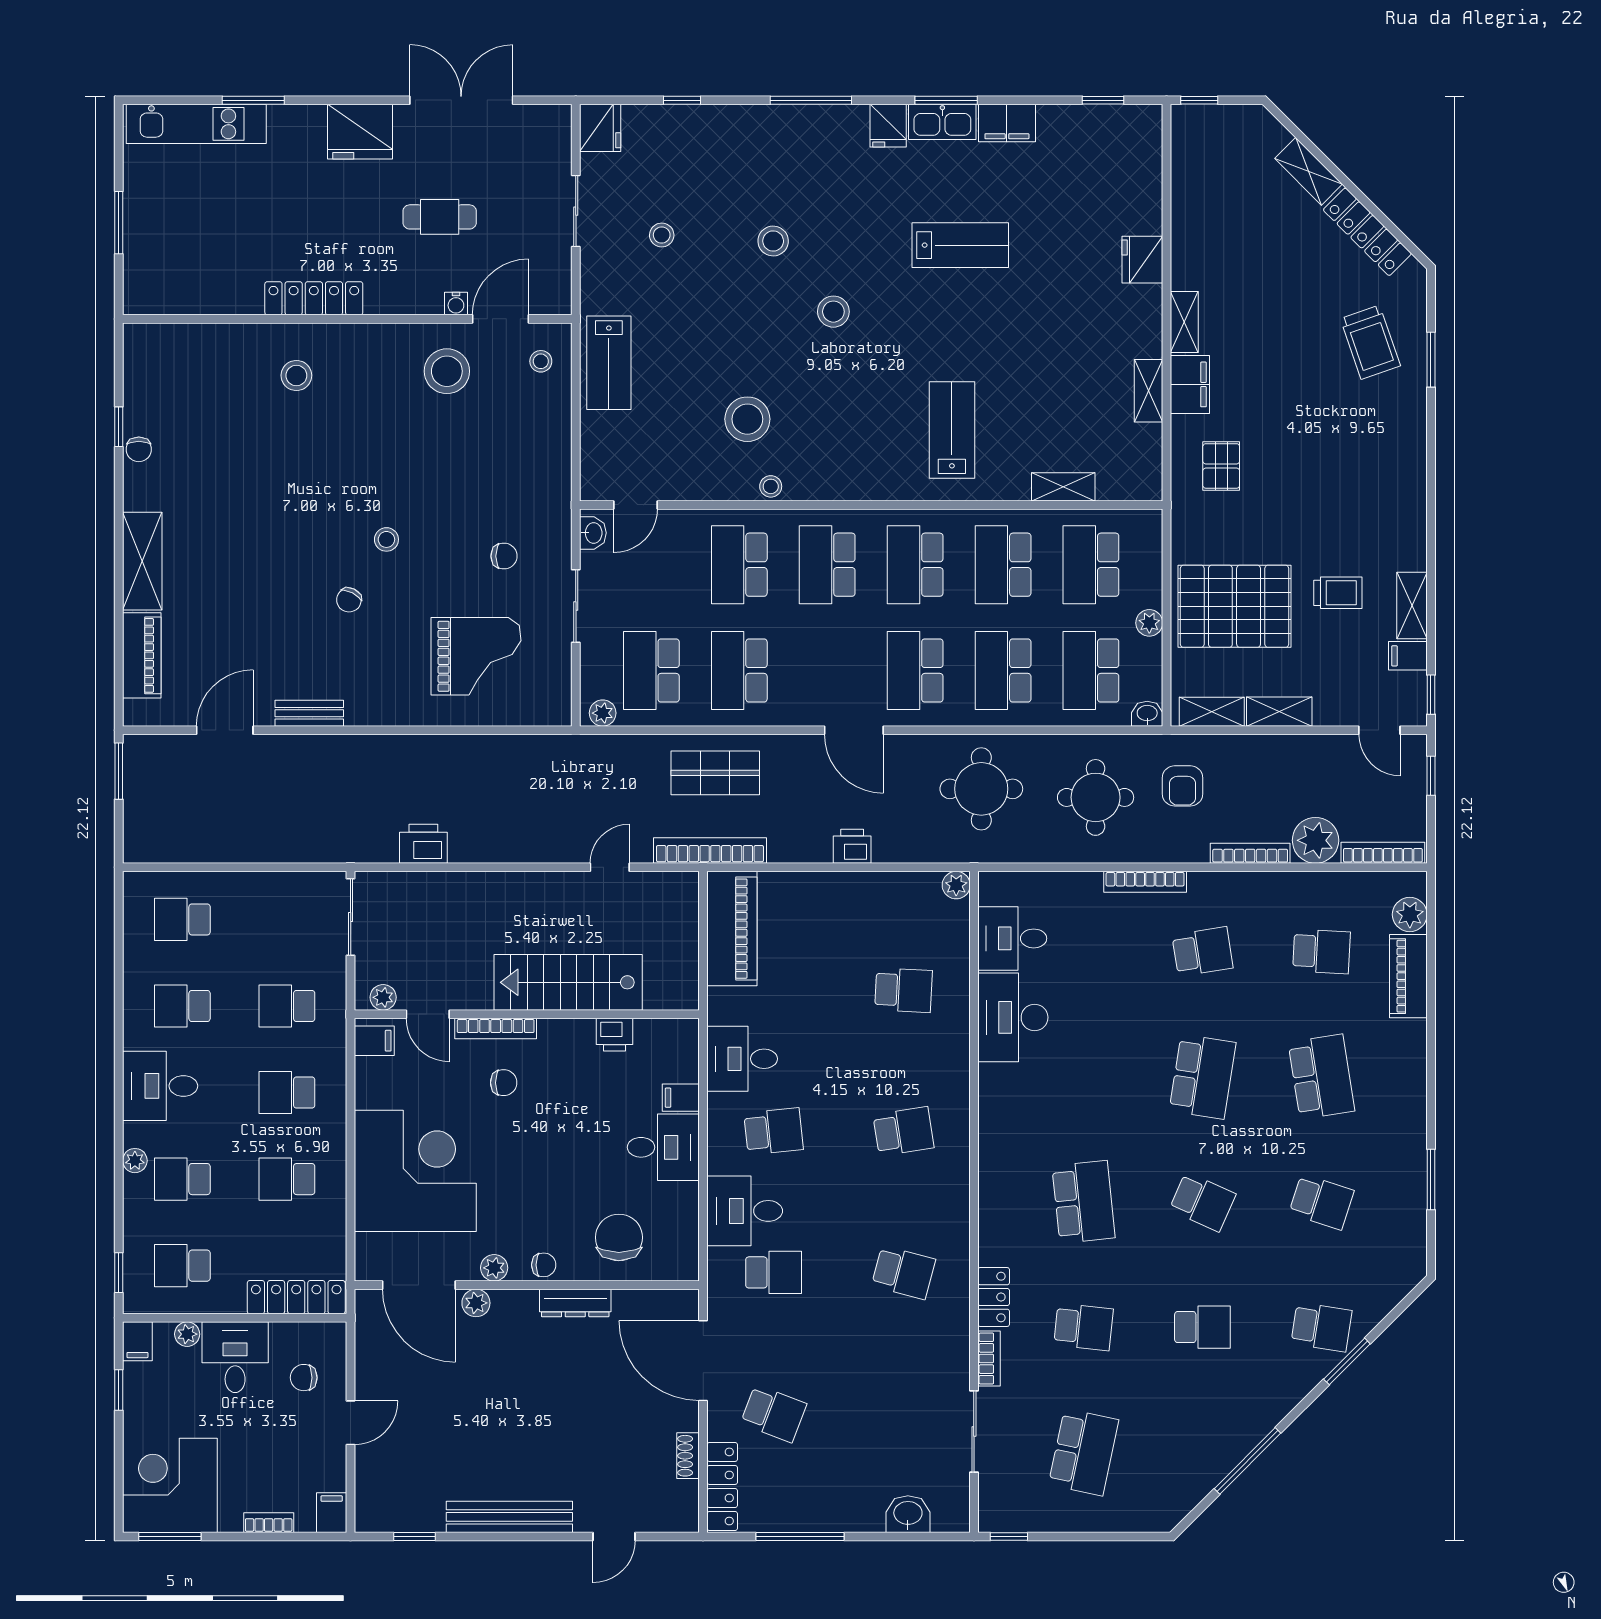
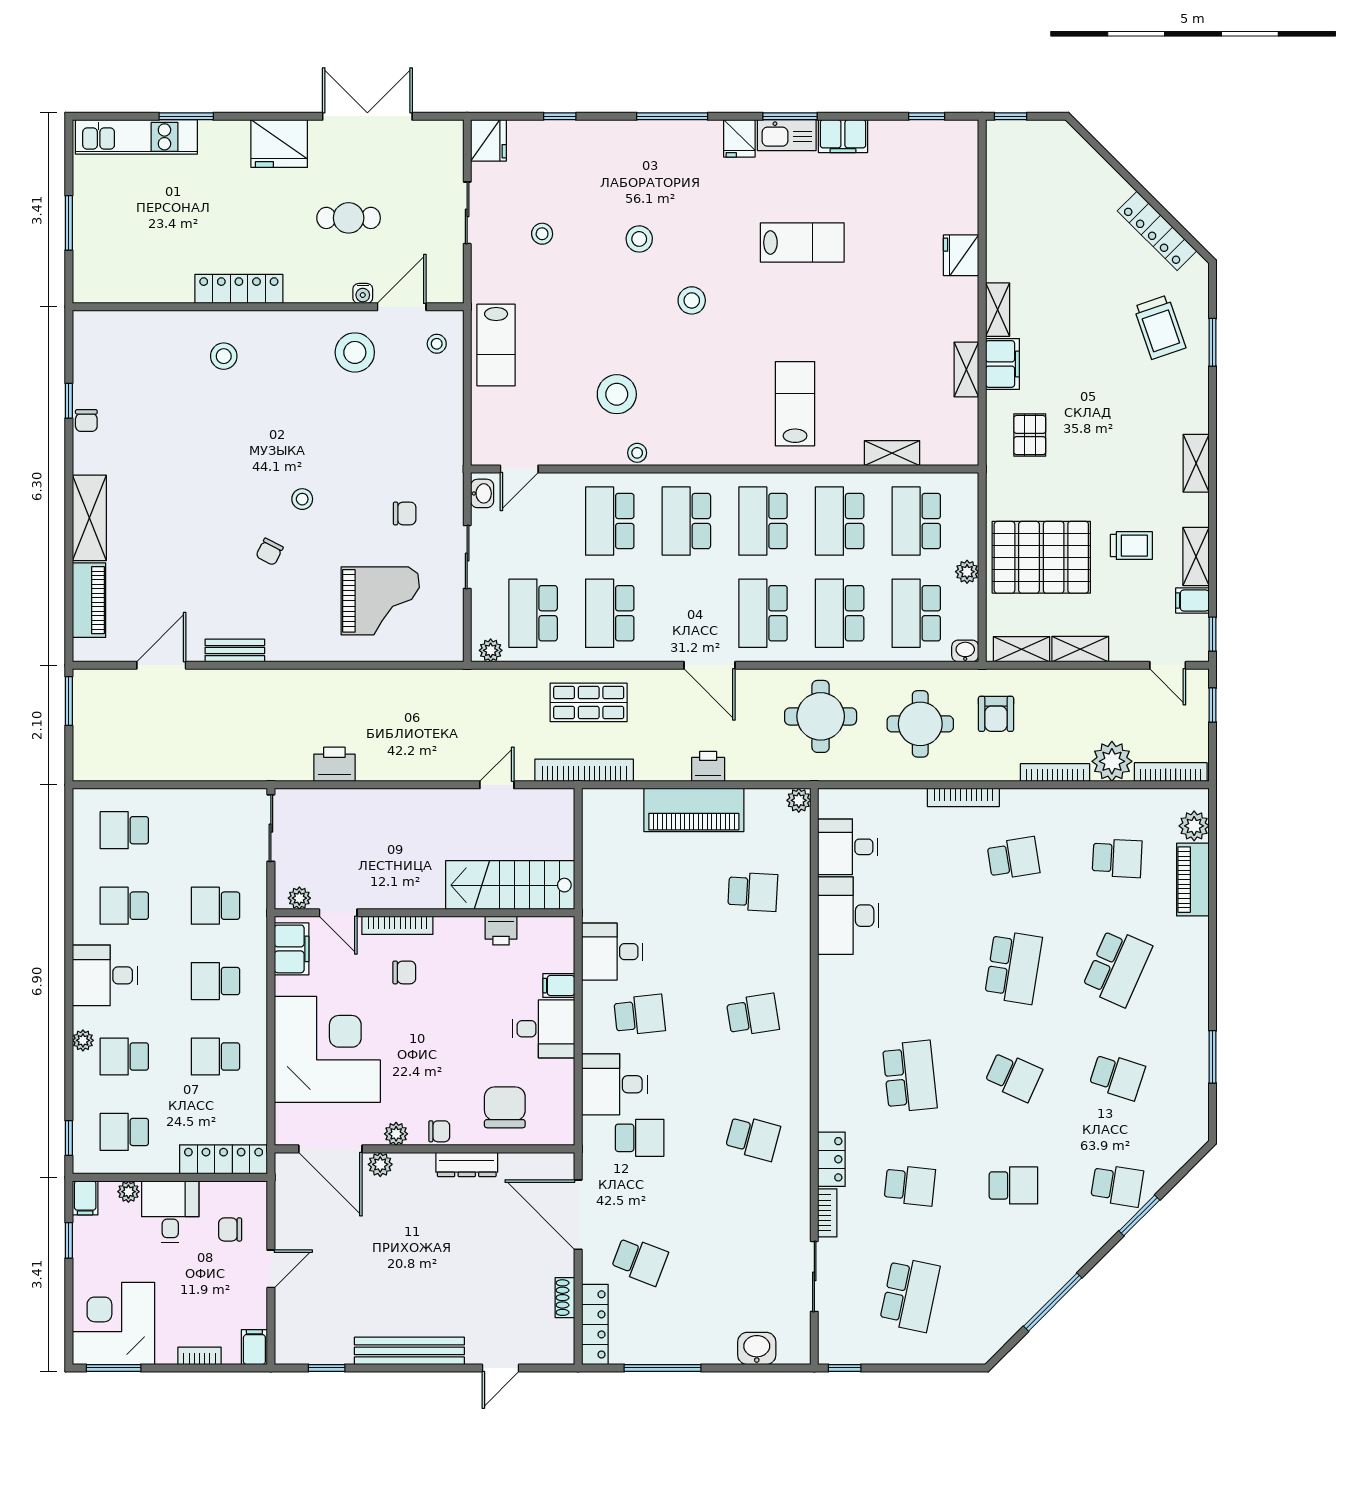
shelving: (1309, 171) -> (1196, 463), moved, turned 45
piano: (732, 929) -> (694, 810), moved, turned 90
stairs: (568, 982) -> (510, 885), moved
filing cabinet: (374, 1041) -> (292, 949), width x2.00
school desk: (1321, 1077) -> (1117, 967), turned 33

